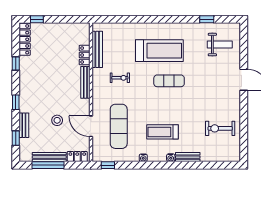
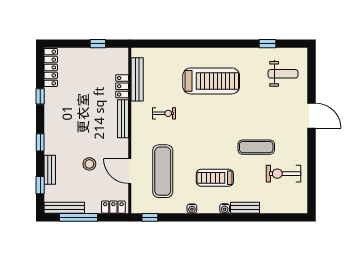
window: (37, 19) -> (98, 44), moved
exercise mat: (169, 81) -> (256, 147), moved
bench: (49, 157) -> (64, 208), moved

